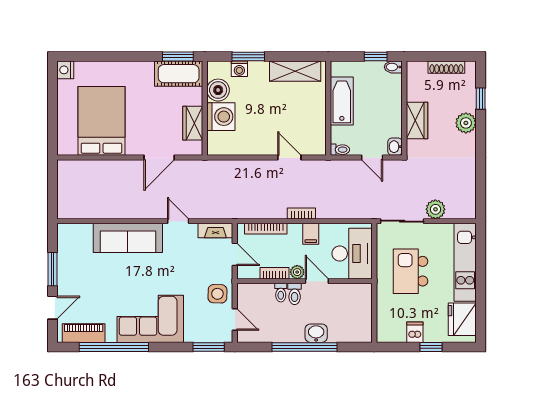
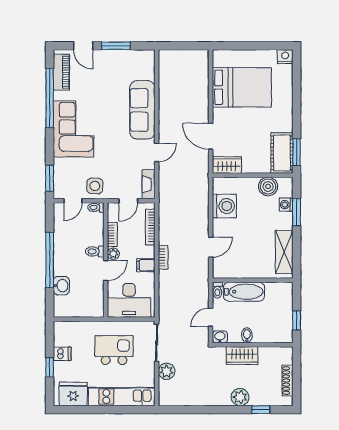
bidet: (393, 67) -> (247, 335), moved
bathtub: (342, 101) -> (244, 292), moved
washing machine: (221, 117) -> (224, 206), moved, turned -90
wardrobe: (193, 123) -> (227, 165), moved
toilet: (281, 293) -> (96, 207), moved
washbasin: (316, 333) -> (61, 286), moved

